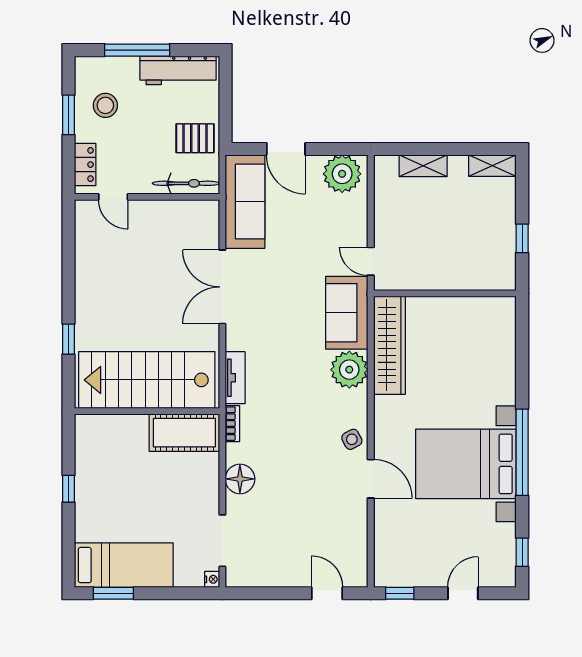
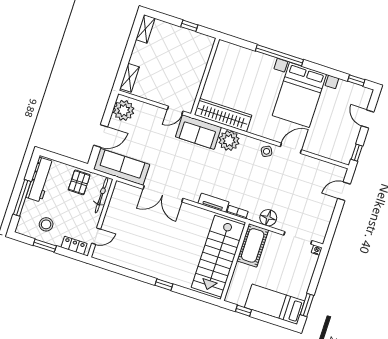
shelving: (423, 166) -> (130, 78), moved
stairs: (147, 380) -> (218, 256), moved
wall: (147, 411) -> (235, 262), moved
cot: (184, 433) -> (253, 245), moved
window: (522, 452) -> (279, 55), moved
bed: (124, 565) -> (275, 304), moved, turned -90

